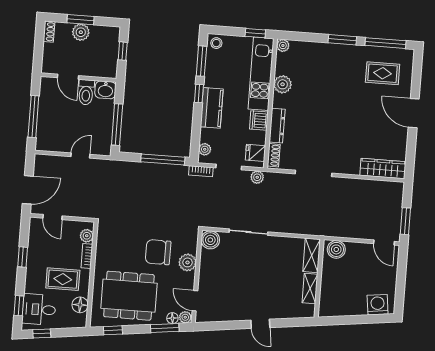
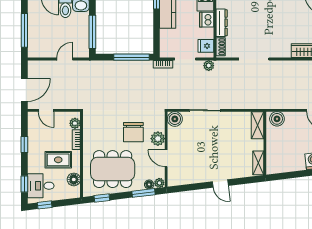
plant: (205, 149) -> (165, 46), removed
chair: (158, 252) -> (133, 132), turned -90
shelving: (310, 288) -> (258, 163), moved
door: (195, 301) -> (166, 158), moved

